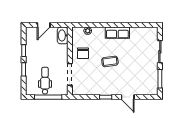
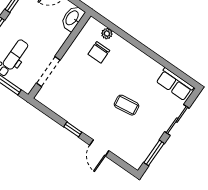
row of seats: (117, 33) -> (175, 84), moved
chair: (83, 53) -> (99, 52), moved
coffee table: (110, 61) -> (126, 105), moved

